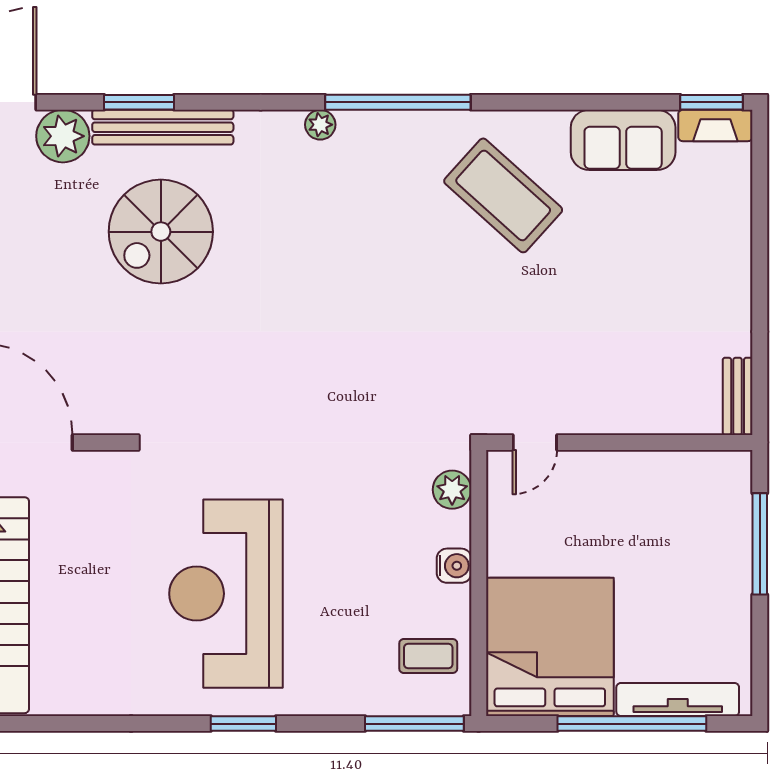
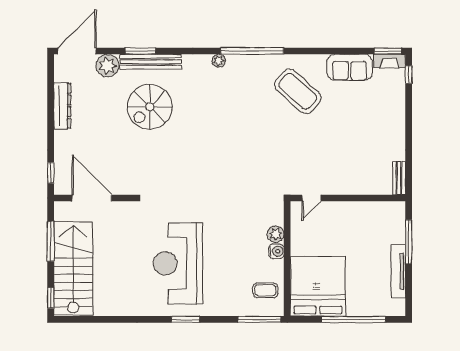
window: (760, 157) -> (409, 75), added
plant: (452, 490) -> (276, 234), moved
tv unit: (678, 700) -> (398, 271), moved, turned -90

